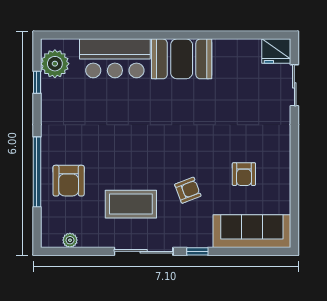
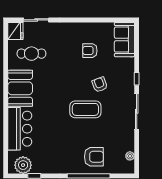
cafe table: (239, 78) -> (31, 54), added
armchair: (244, 174) -> (90, 51), turned 180
coffee table: (131, 204) -> (85, 109), moved, turned 90
sofa: (252, 231) -> (124, 40), width x0.73

